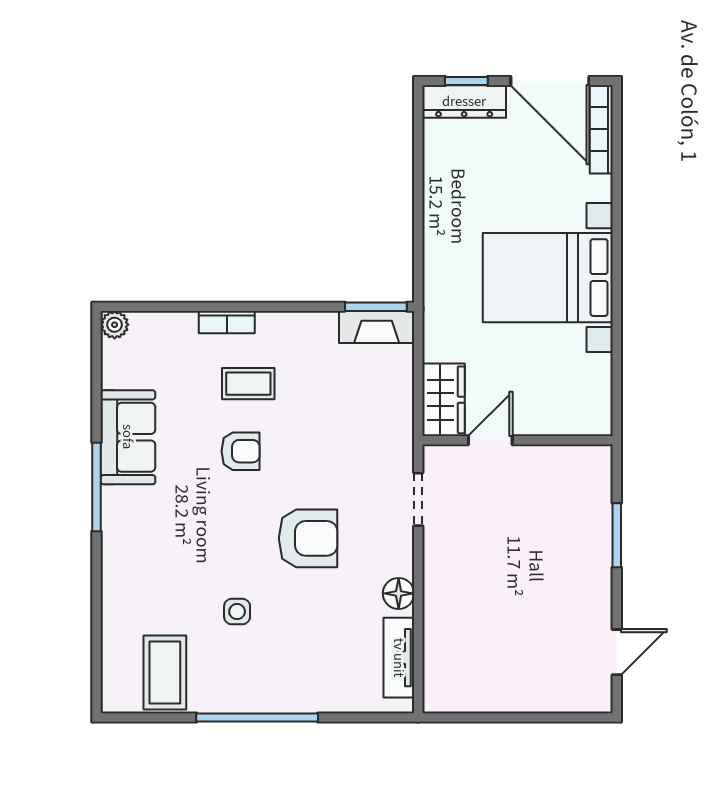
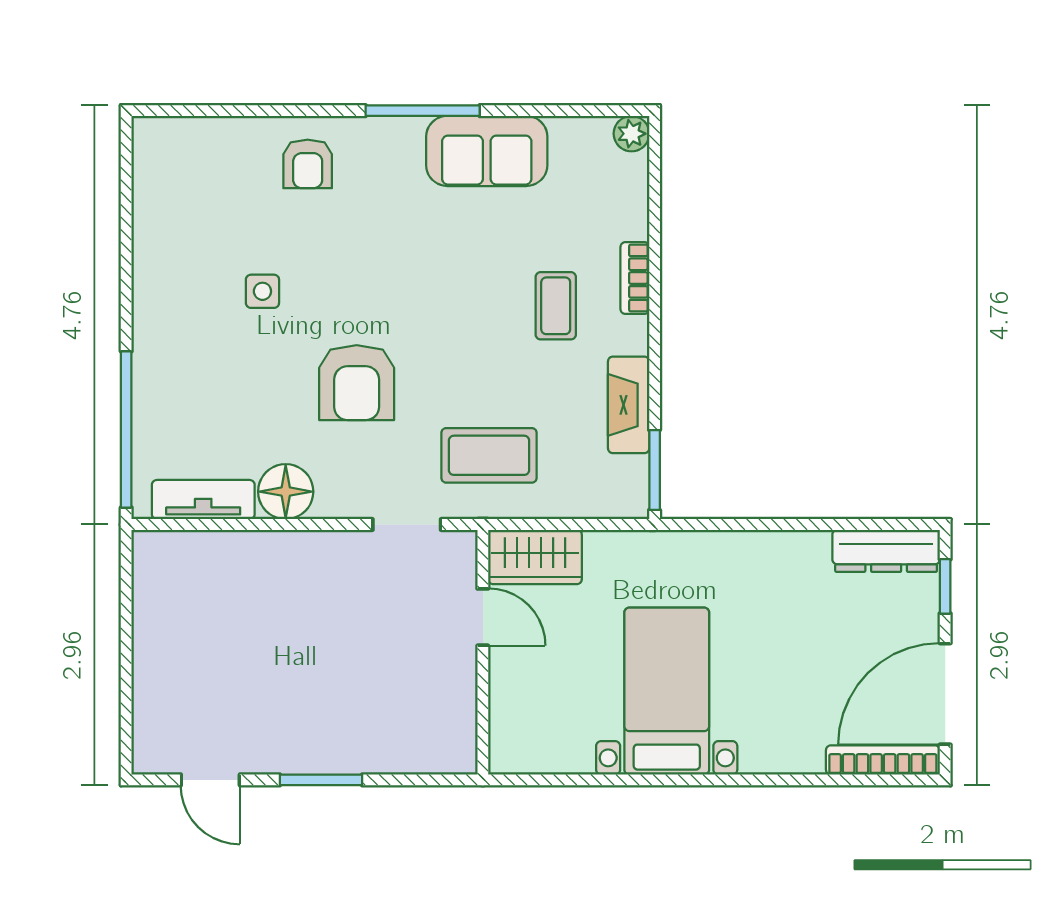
dresser: (464, 101) -> (886, 551), moved, turned -90
bed with nightstands: (548, 278) -> (667, 691), width x0.73
fireplace: (377, 327) -> (629, 405), moved
armchair: (241, 451) -> (308, 164), moved
window: (617, 535) -> (321, 780), moved
floor lamp: (399, 593) -> (286, 492), width x1.38, depth x1.38
coffee table: (165, 672) -> (489, 455), moved
window: (257, 717) -> (126, 429), moved

